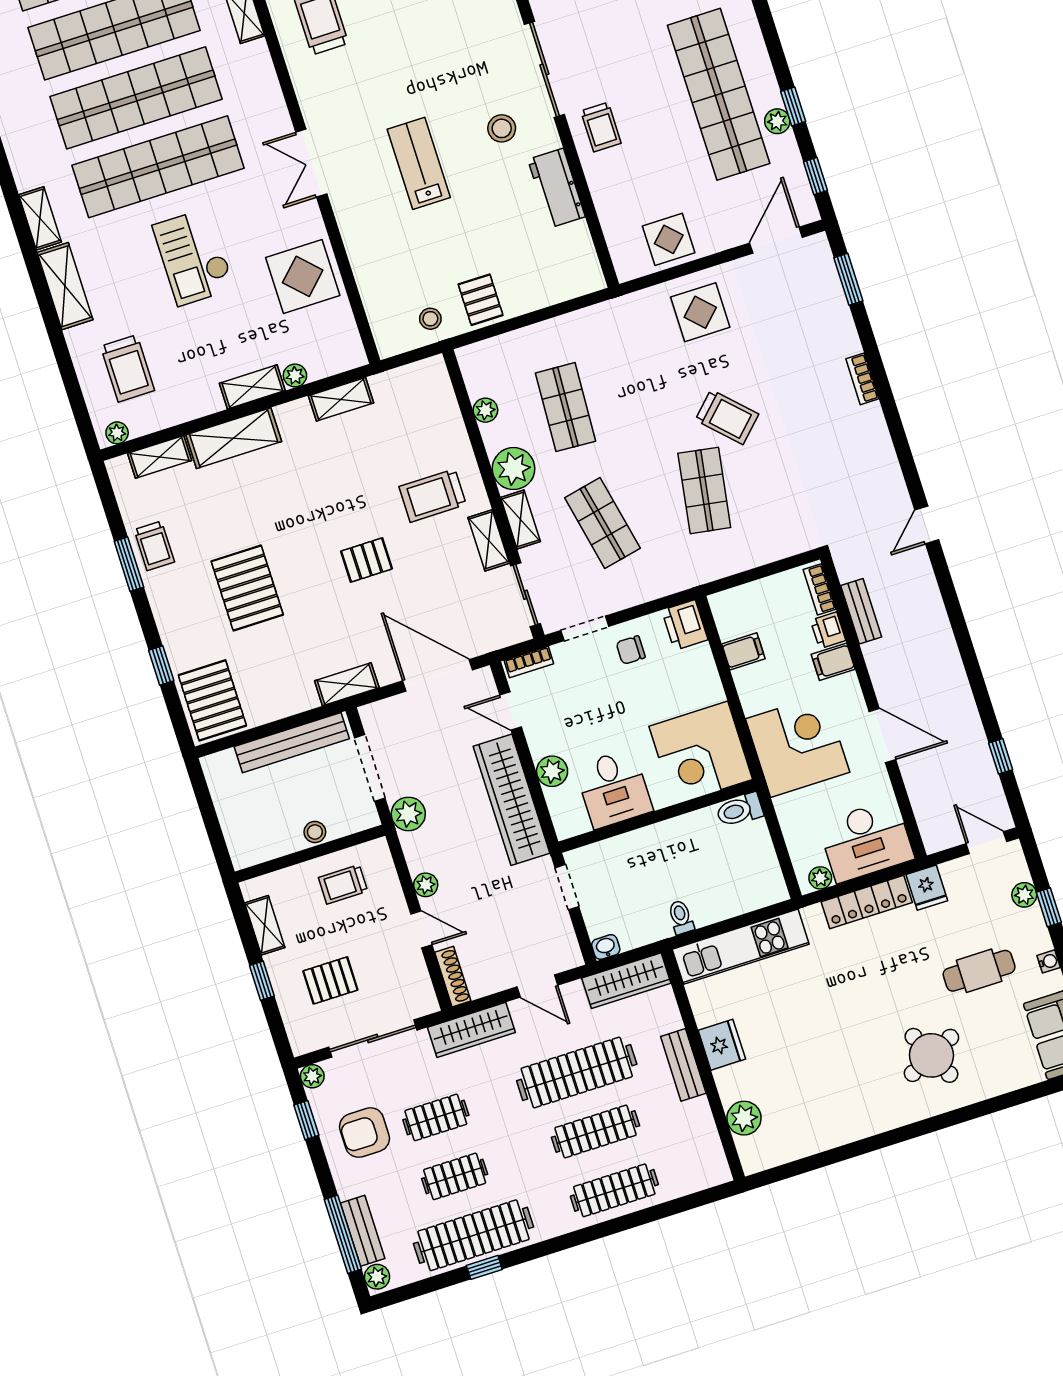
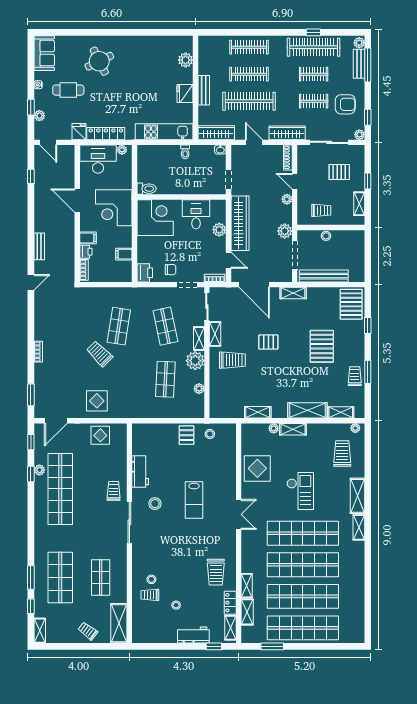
bench: (861, 611) -> (39, 246), moved

